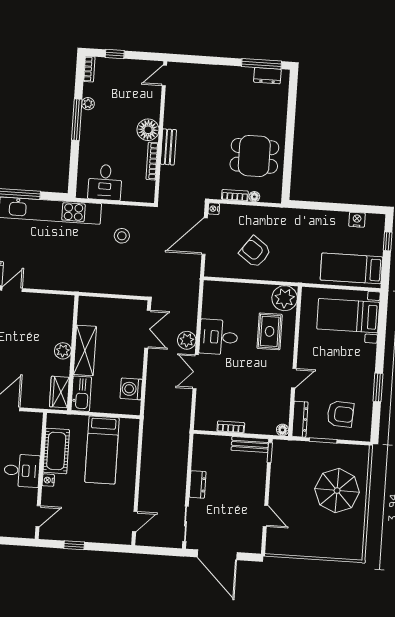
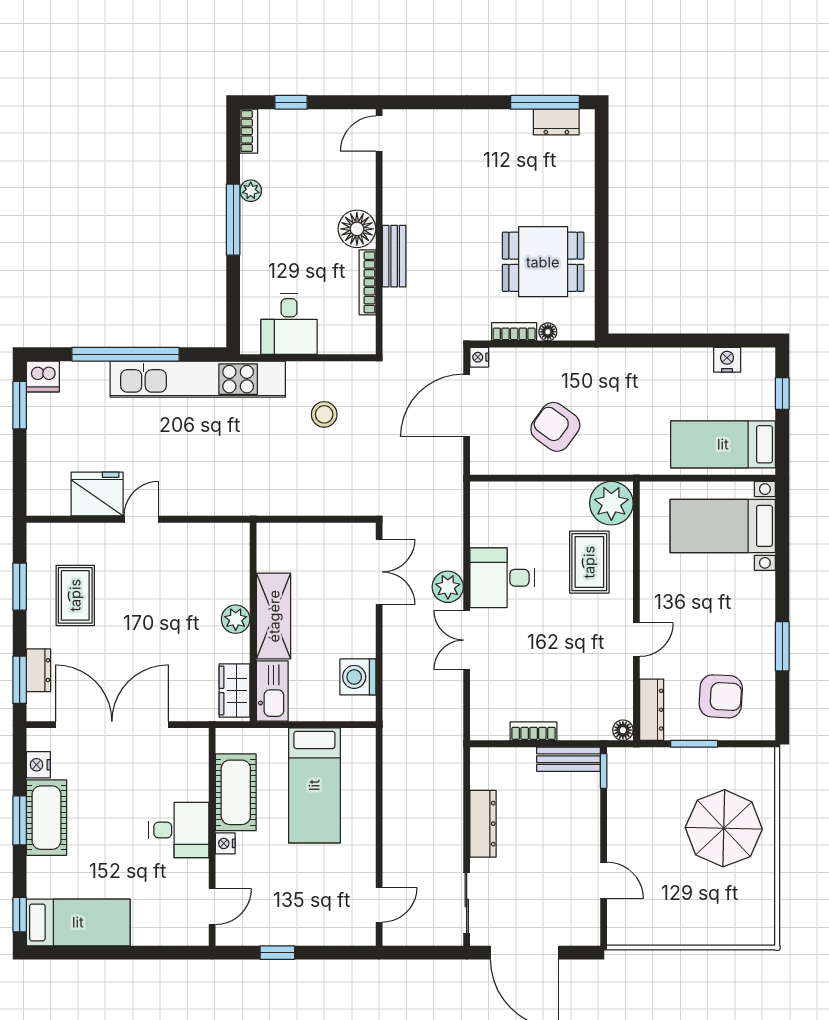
dresser: (198, 484) -> (483, 824), width x1.44

